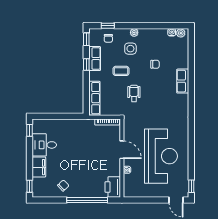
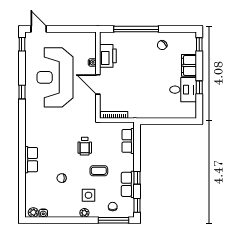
window: (108, 26) -> (113, 220), width x2.17
row of seats: (94, 98) -> (128, 141), width x0.68
window: (30, 130) -> (199, 87), moved
window: (191, 143) -> (22, 92), added
printer: (113, 187) -> (108, 56), moved

